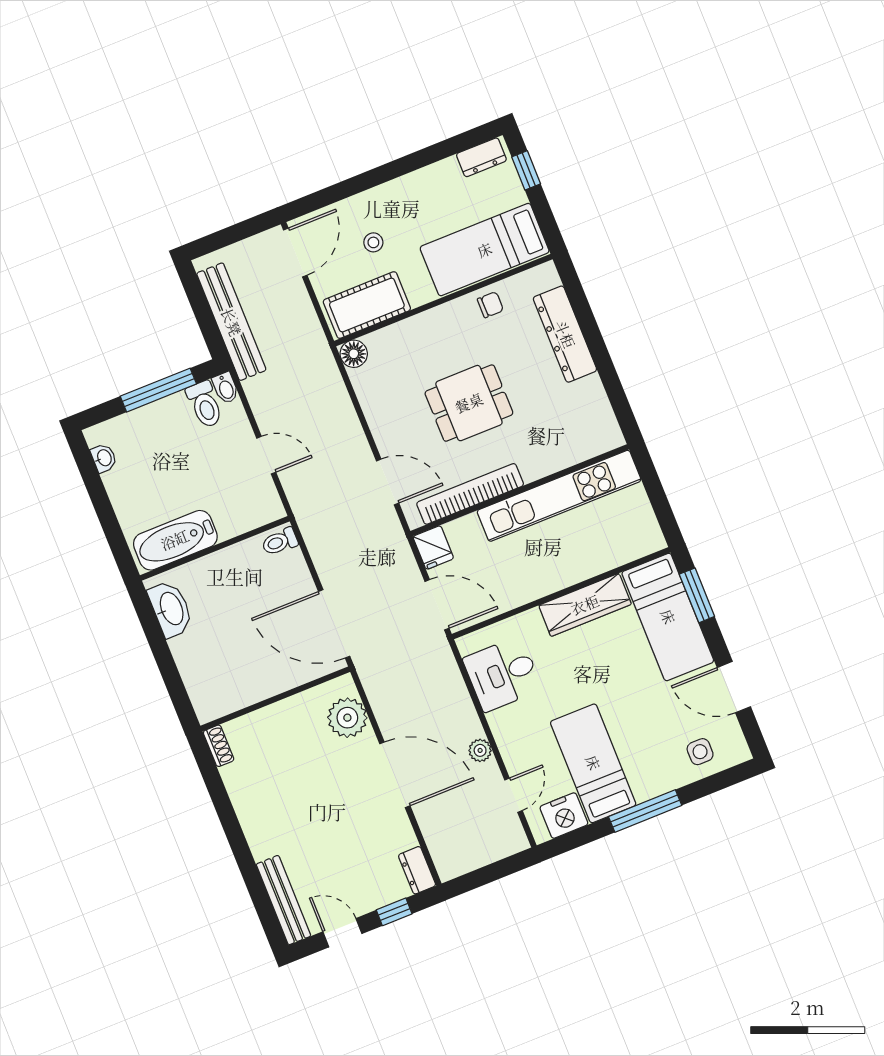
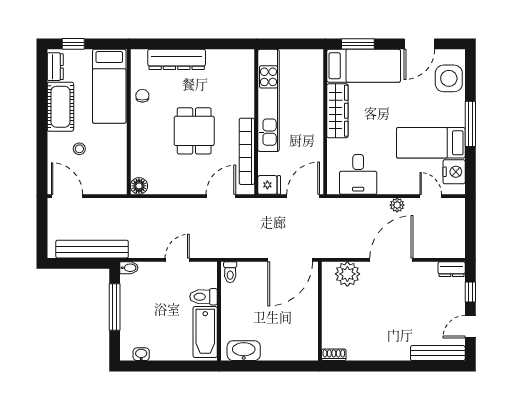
cot: (367, 305) -> (60, 107), moved
toilet: (205, 404) -> (204, 297), moved, turned 180
side table: (700, 752) -> (449, 78), width x1.87, depth x1.87

